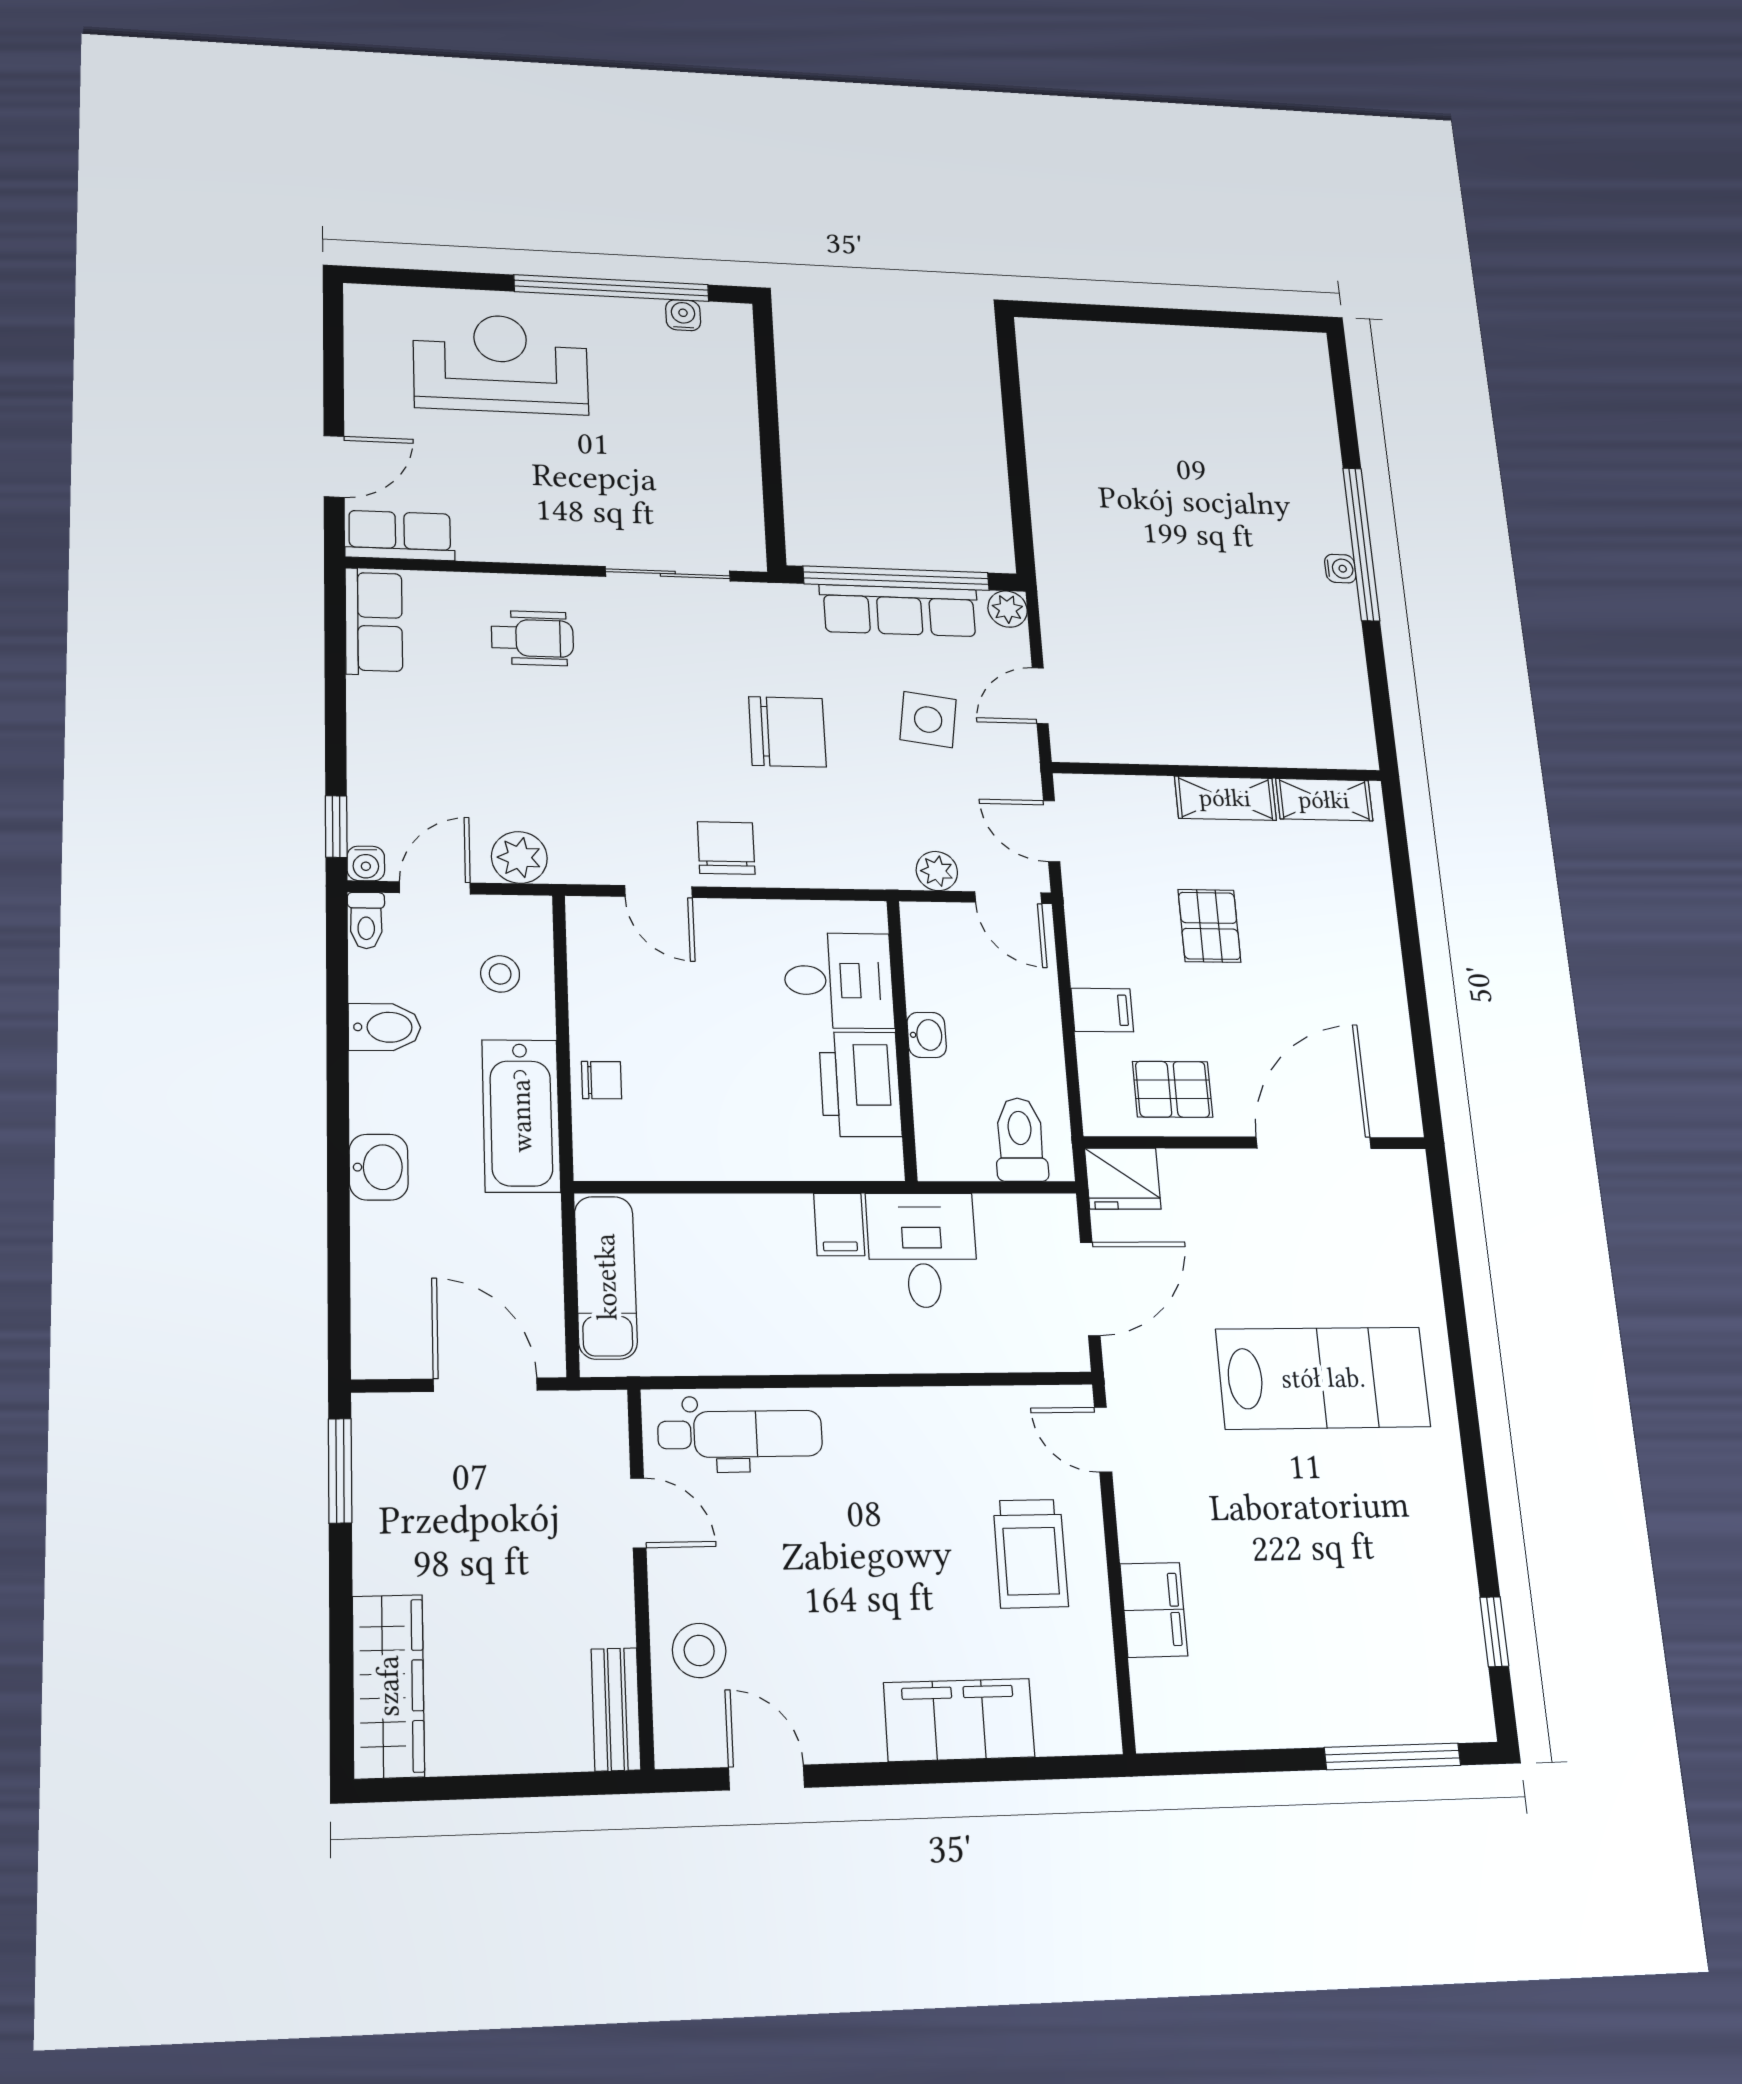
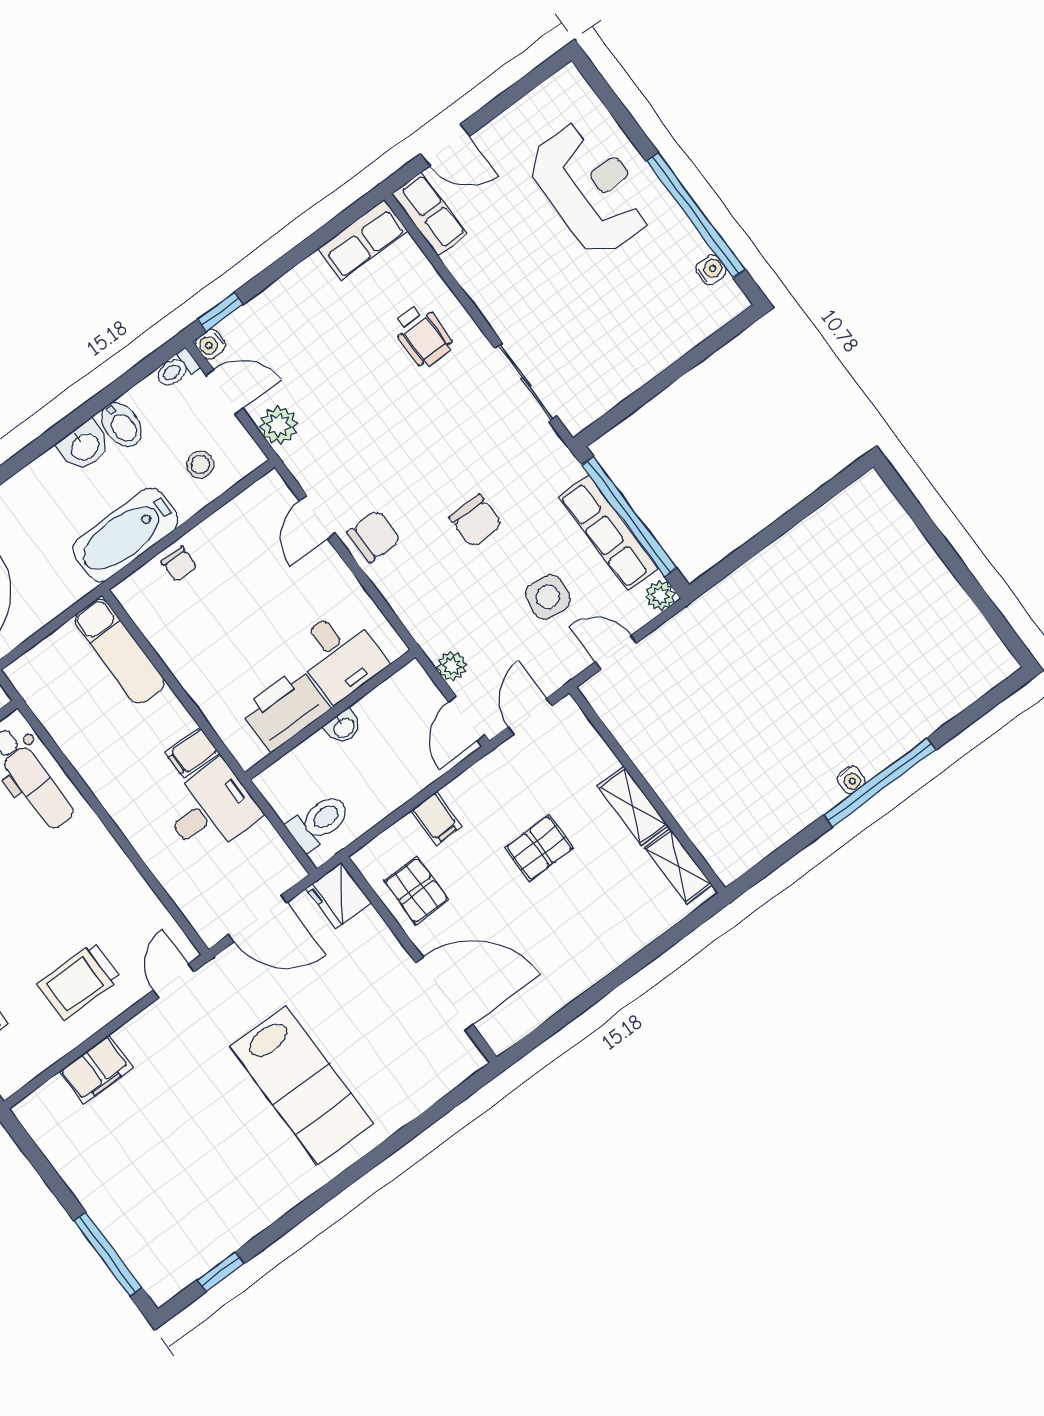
chair: (787, 732) -> (476, 521), width x0.73, depth x0.73
washbasin: (379, 1167) -> (84, 446), moved
exam couch: (606, 1277) -> (120, 651), moved, turned 90

